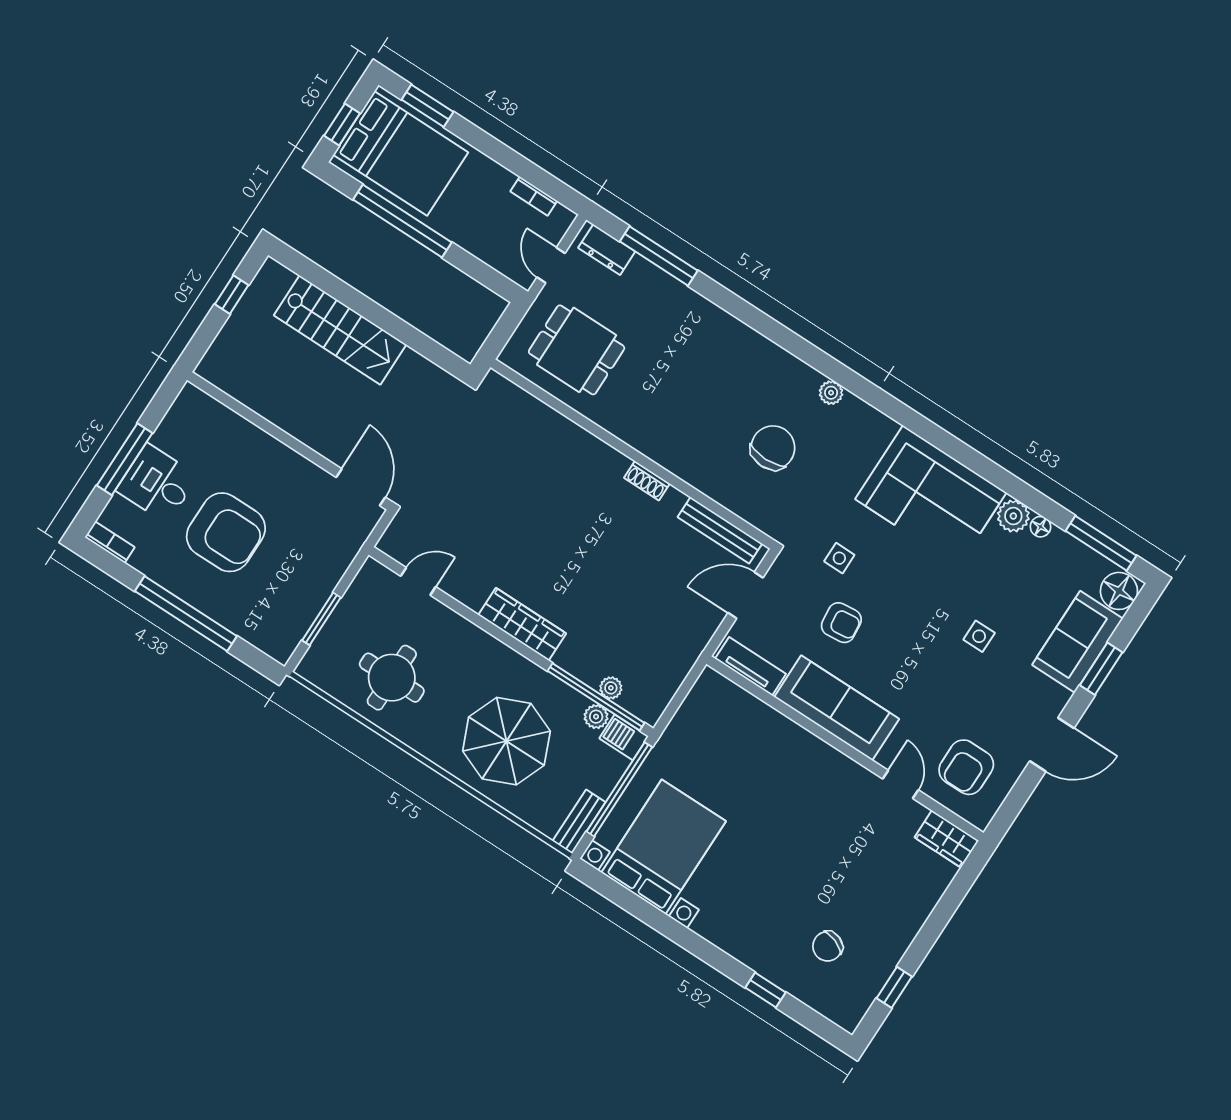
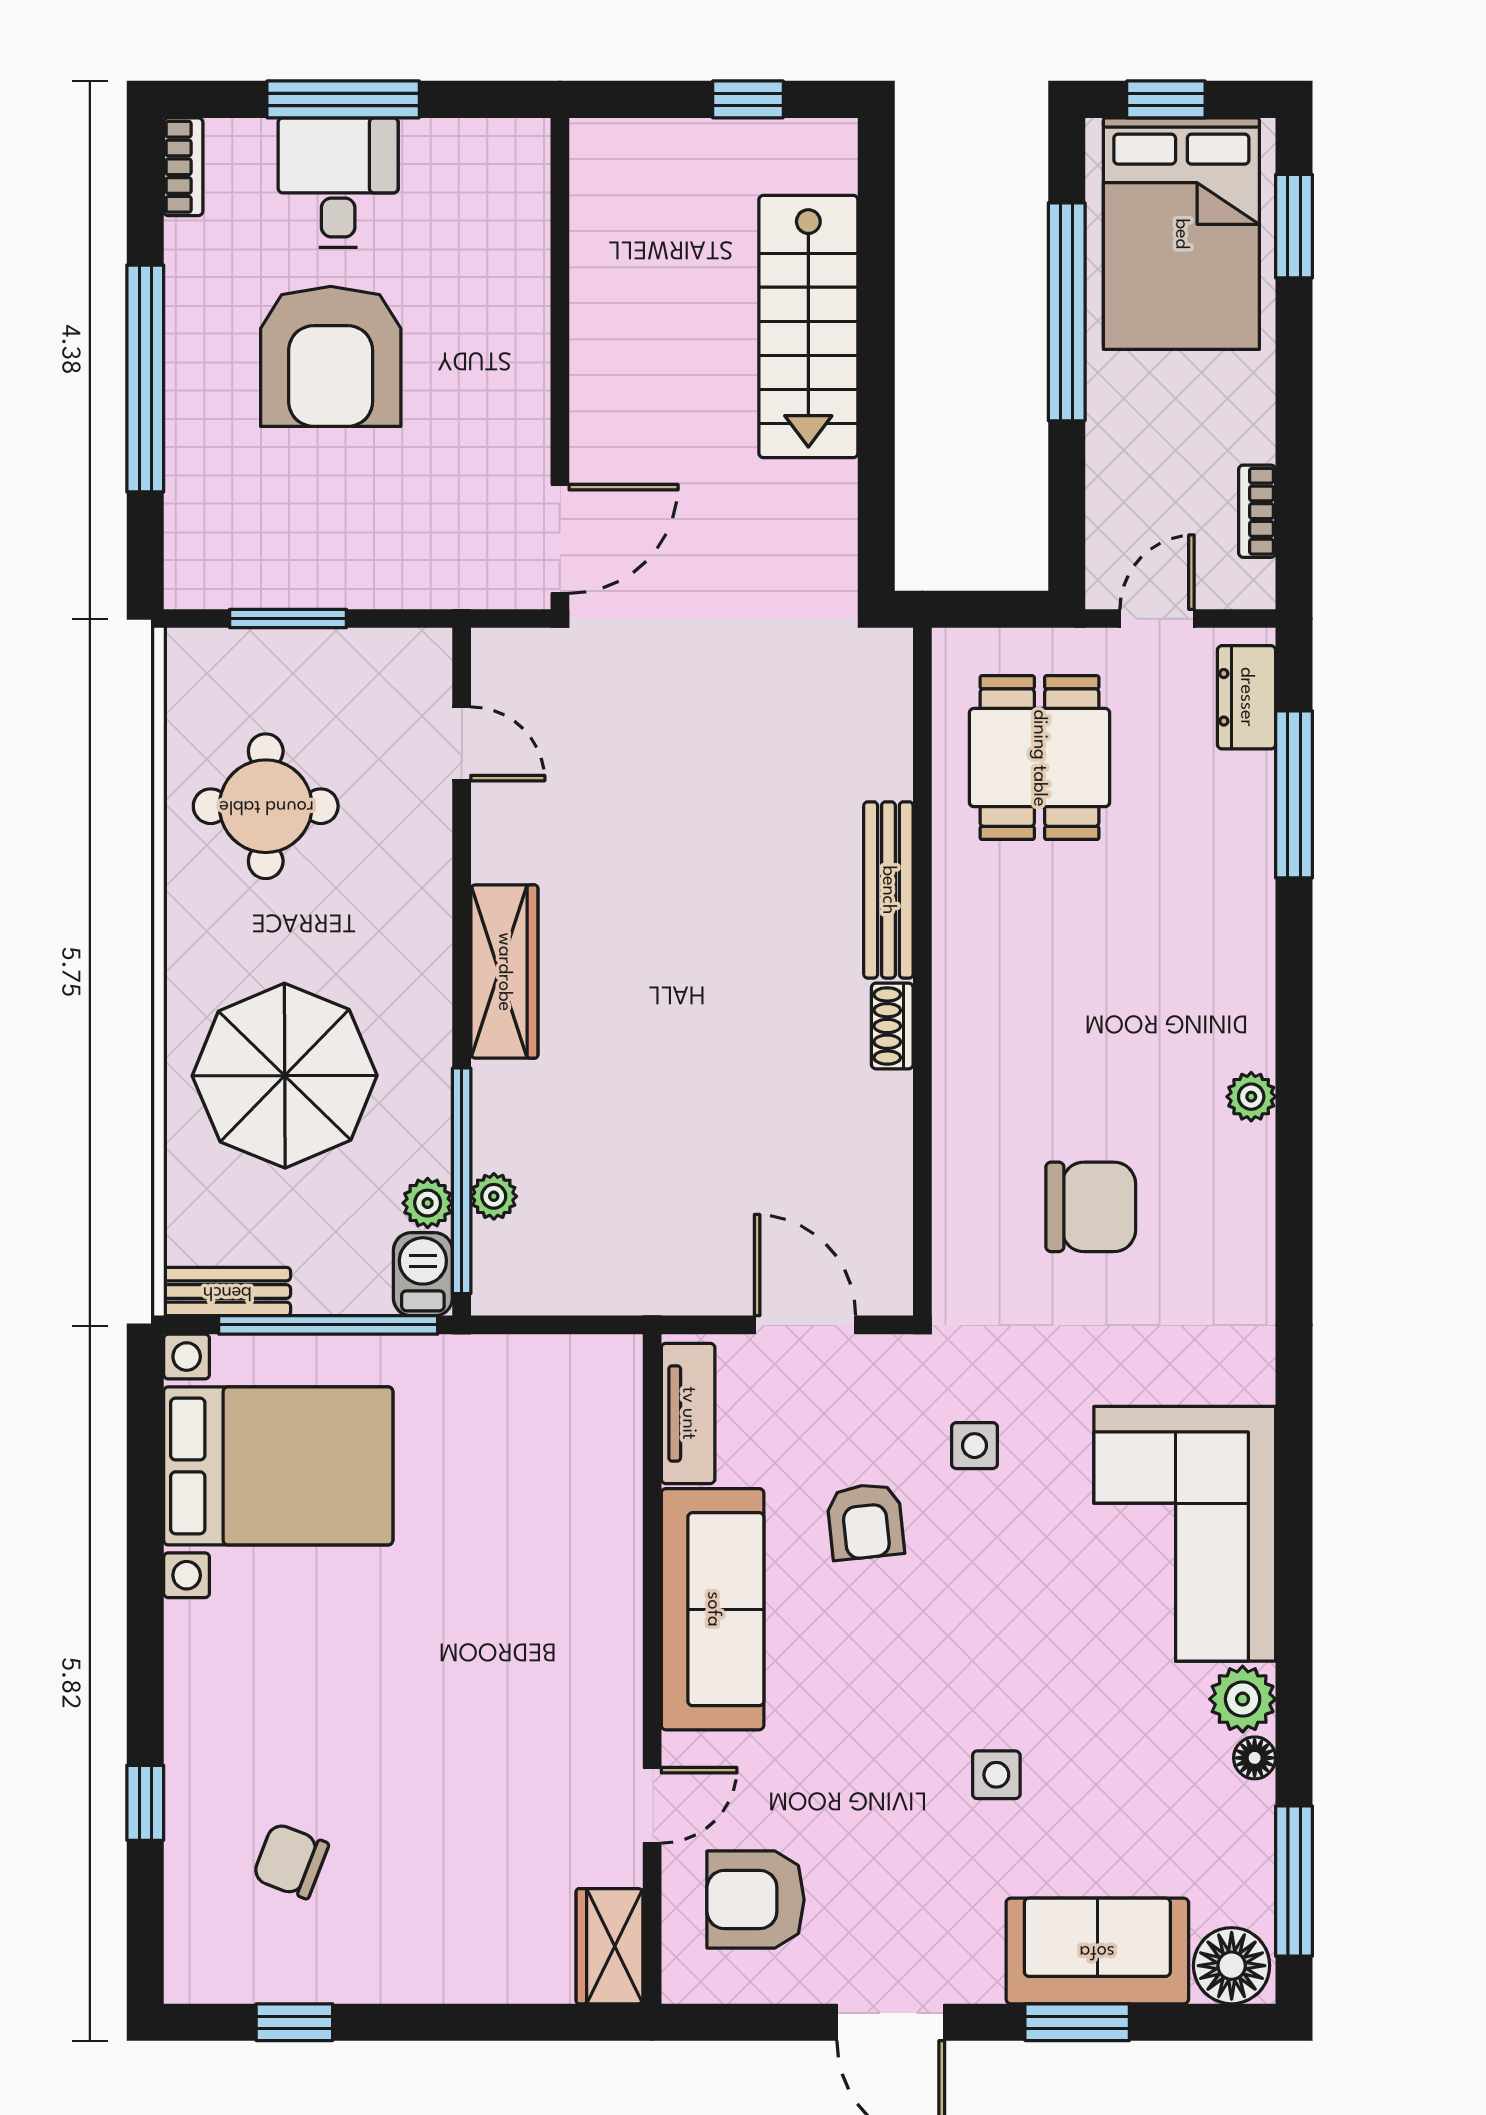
plant: (831, 393) -> (1251, 1097), moved
bench: (720, 530) -> (888, 890), moved

